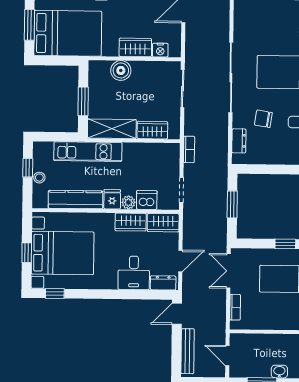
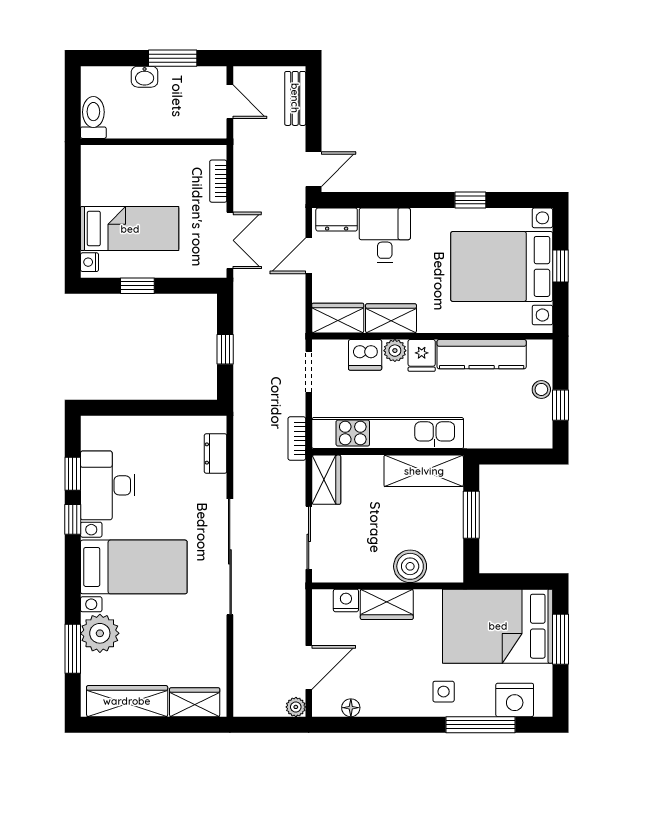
chair: (263, 119) -> (176, 490), removed
wardrobe: (152, 130) -> (326, 480), moved, turned -90
kitchen unit: (88, 152) -> (388, 433), moved, width x1.36
window: (232, 204) -> (225, 349), width x0.67
window: (55, 293) -> (470, 200), moved
bench: (188, 351) -> (295, 98), width x0.73

